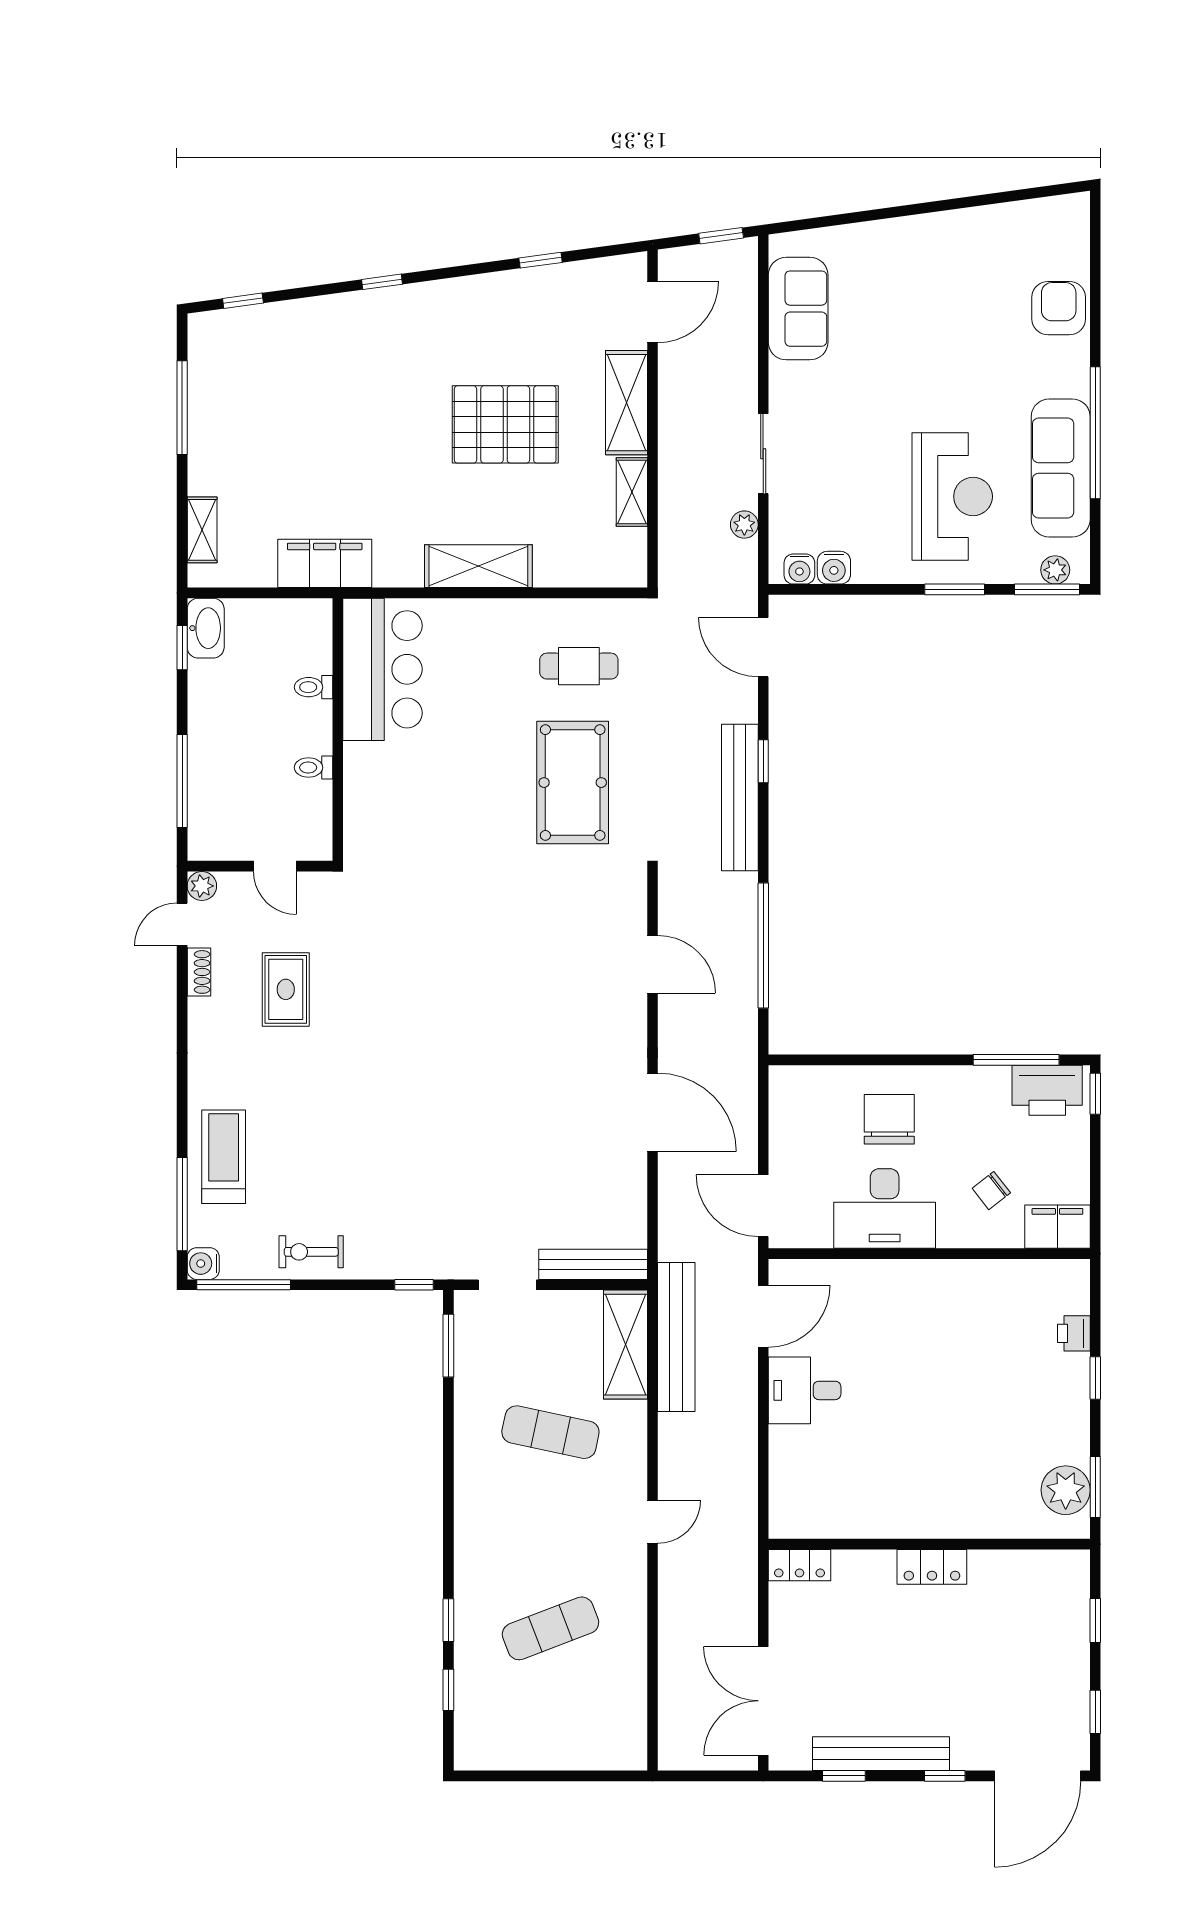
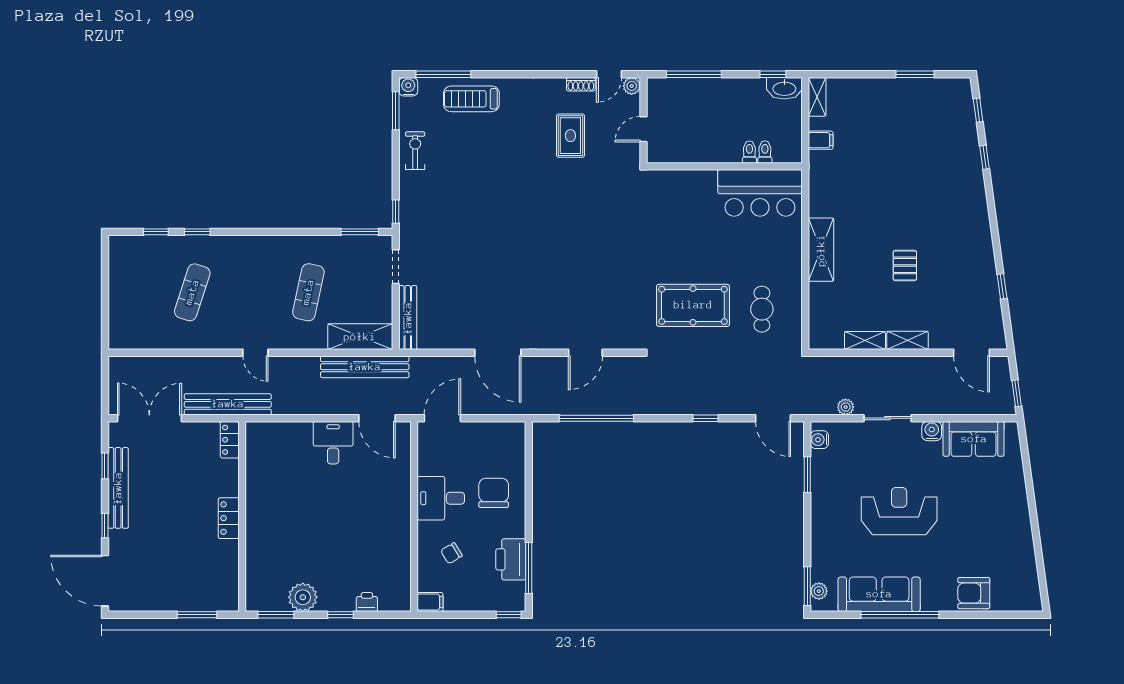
window: (382, 282) -> (985, 157), moved
armchair: (1059, 308) -> (974, 593), turned 180
shelving: (626, 403) -> (908, 340), width x0.67, depth x0.75
window: (182, 408) -> (915, 74), width x0.69
pallet: (505, 424) -> (905, 265), width x0.49, depth x0.50
reception desk: (952, 497) -> (899, 511), moved, turned 180
shelving: (202, 530) -> (817, 97), moved, turned 90
filing cabinet: (325, 563) -> (821, 140), width x0.33, depth x0.86
water cooler: (834, 568) -> (932, 431), moved, turned 90
window: (955, 589) -> (807, 475), moved
door: (763, 647) -> (773, 418), swing flipped
toilet: (313, 768) -> (765, 152), moved
bench: (740, 798) -> (228, 404), moved
door: (182, 924) -> (609, 74), swing flipped
rug: (286, 989) -> (570, 136), turned 90
printer: (1047, 1090) -> (511, 559), moved
door: (653, 1112) -> (498, 353), hinge flipped
chair: (889, 1119) -> (494, 493), turned -90
treadmill: (224, 1157) -> (471, 99), turned 180
chair: (991, 1191) -> (451, 553), turned -83
desk: (885, 1208) -> (441, 498), width x0.73
filing cabinet: (1057, 1227) -> (430, 602), width x0.50
window: (244, 1285) -> (396, 111), width x0.69
plant: (1066, 1490) -> (303, 597), moved
window: (1095, 1620) -> (197, 615), width x1.50
exercise mat: (550, 1628) -> (192, 292), turned 39
window: (1095, 1712) -> (143, 615), removed

